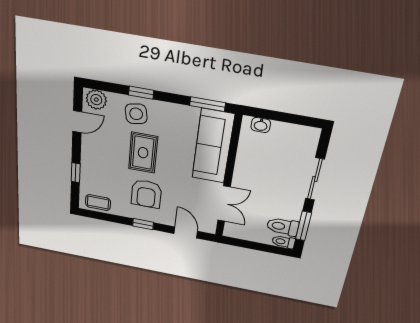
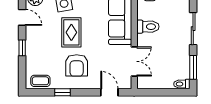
door: (77, 122) -> (22, 17), hinge flipped
window: (76, 173) -> (22, 48), moved
window: (143, 224) -> (63, 92), moved
toilet: (283, 227) -> (148, 27), moved, turned 180

